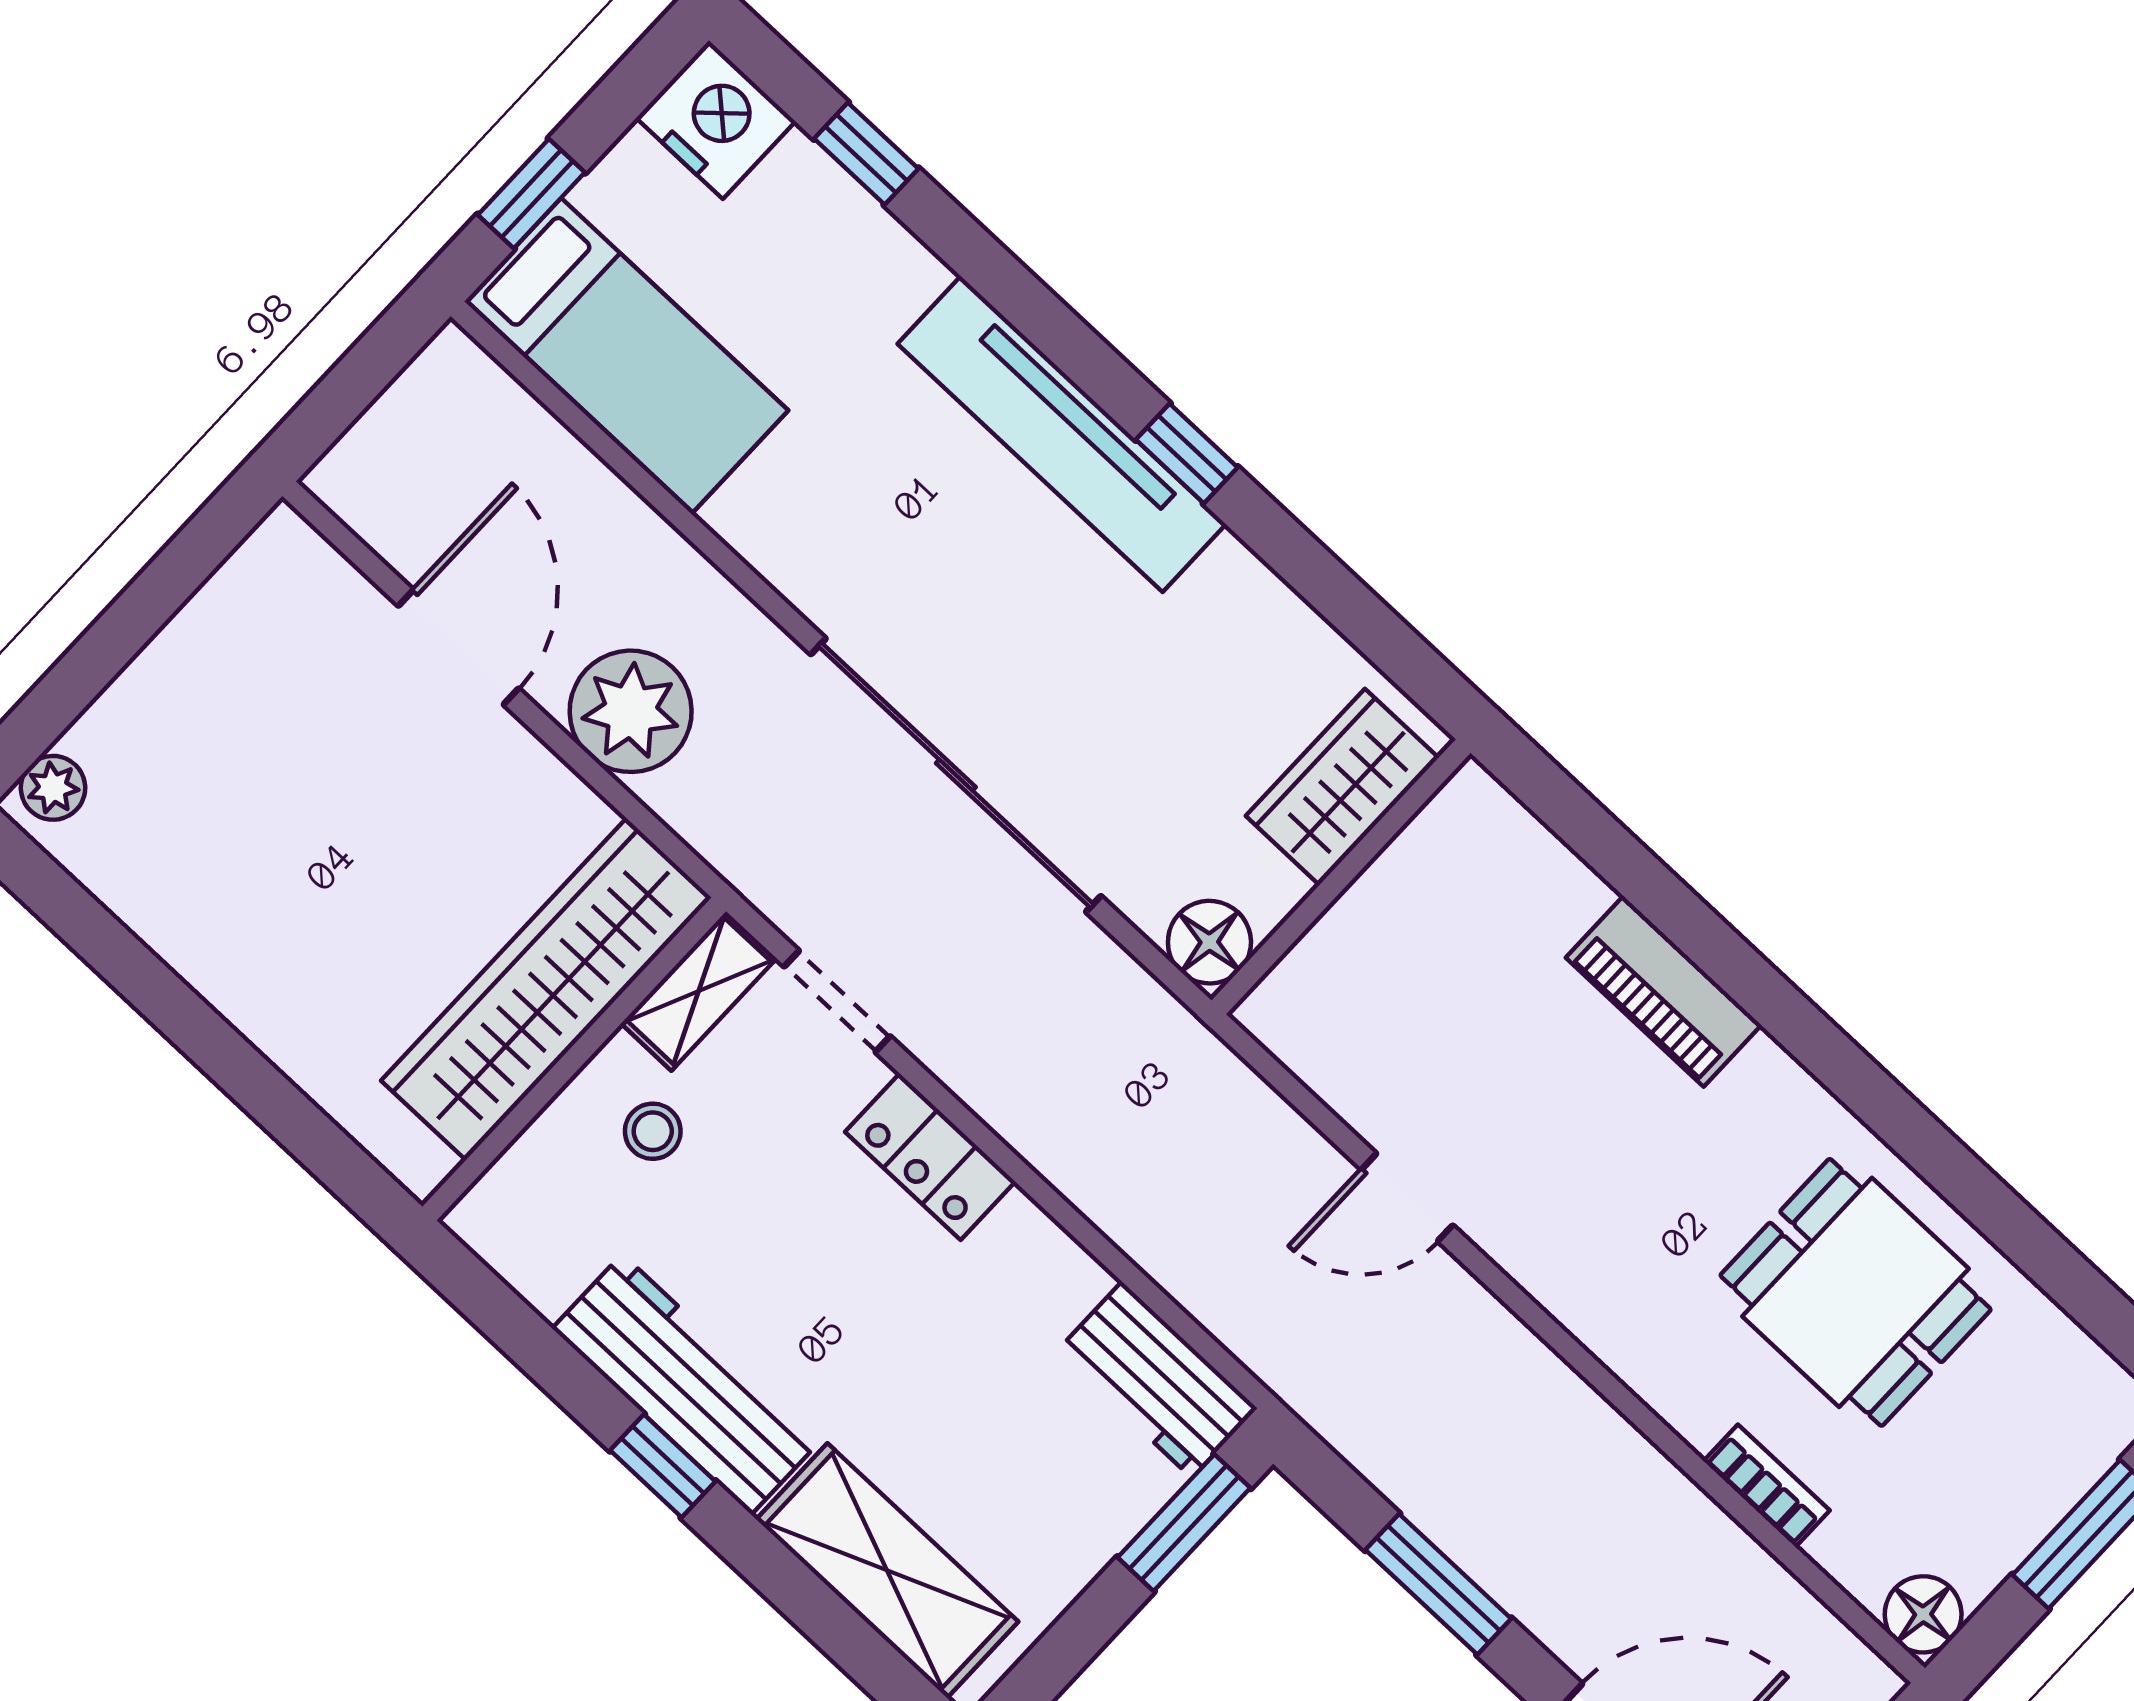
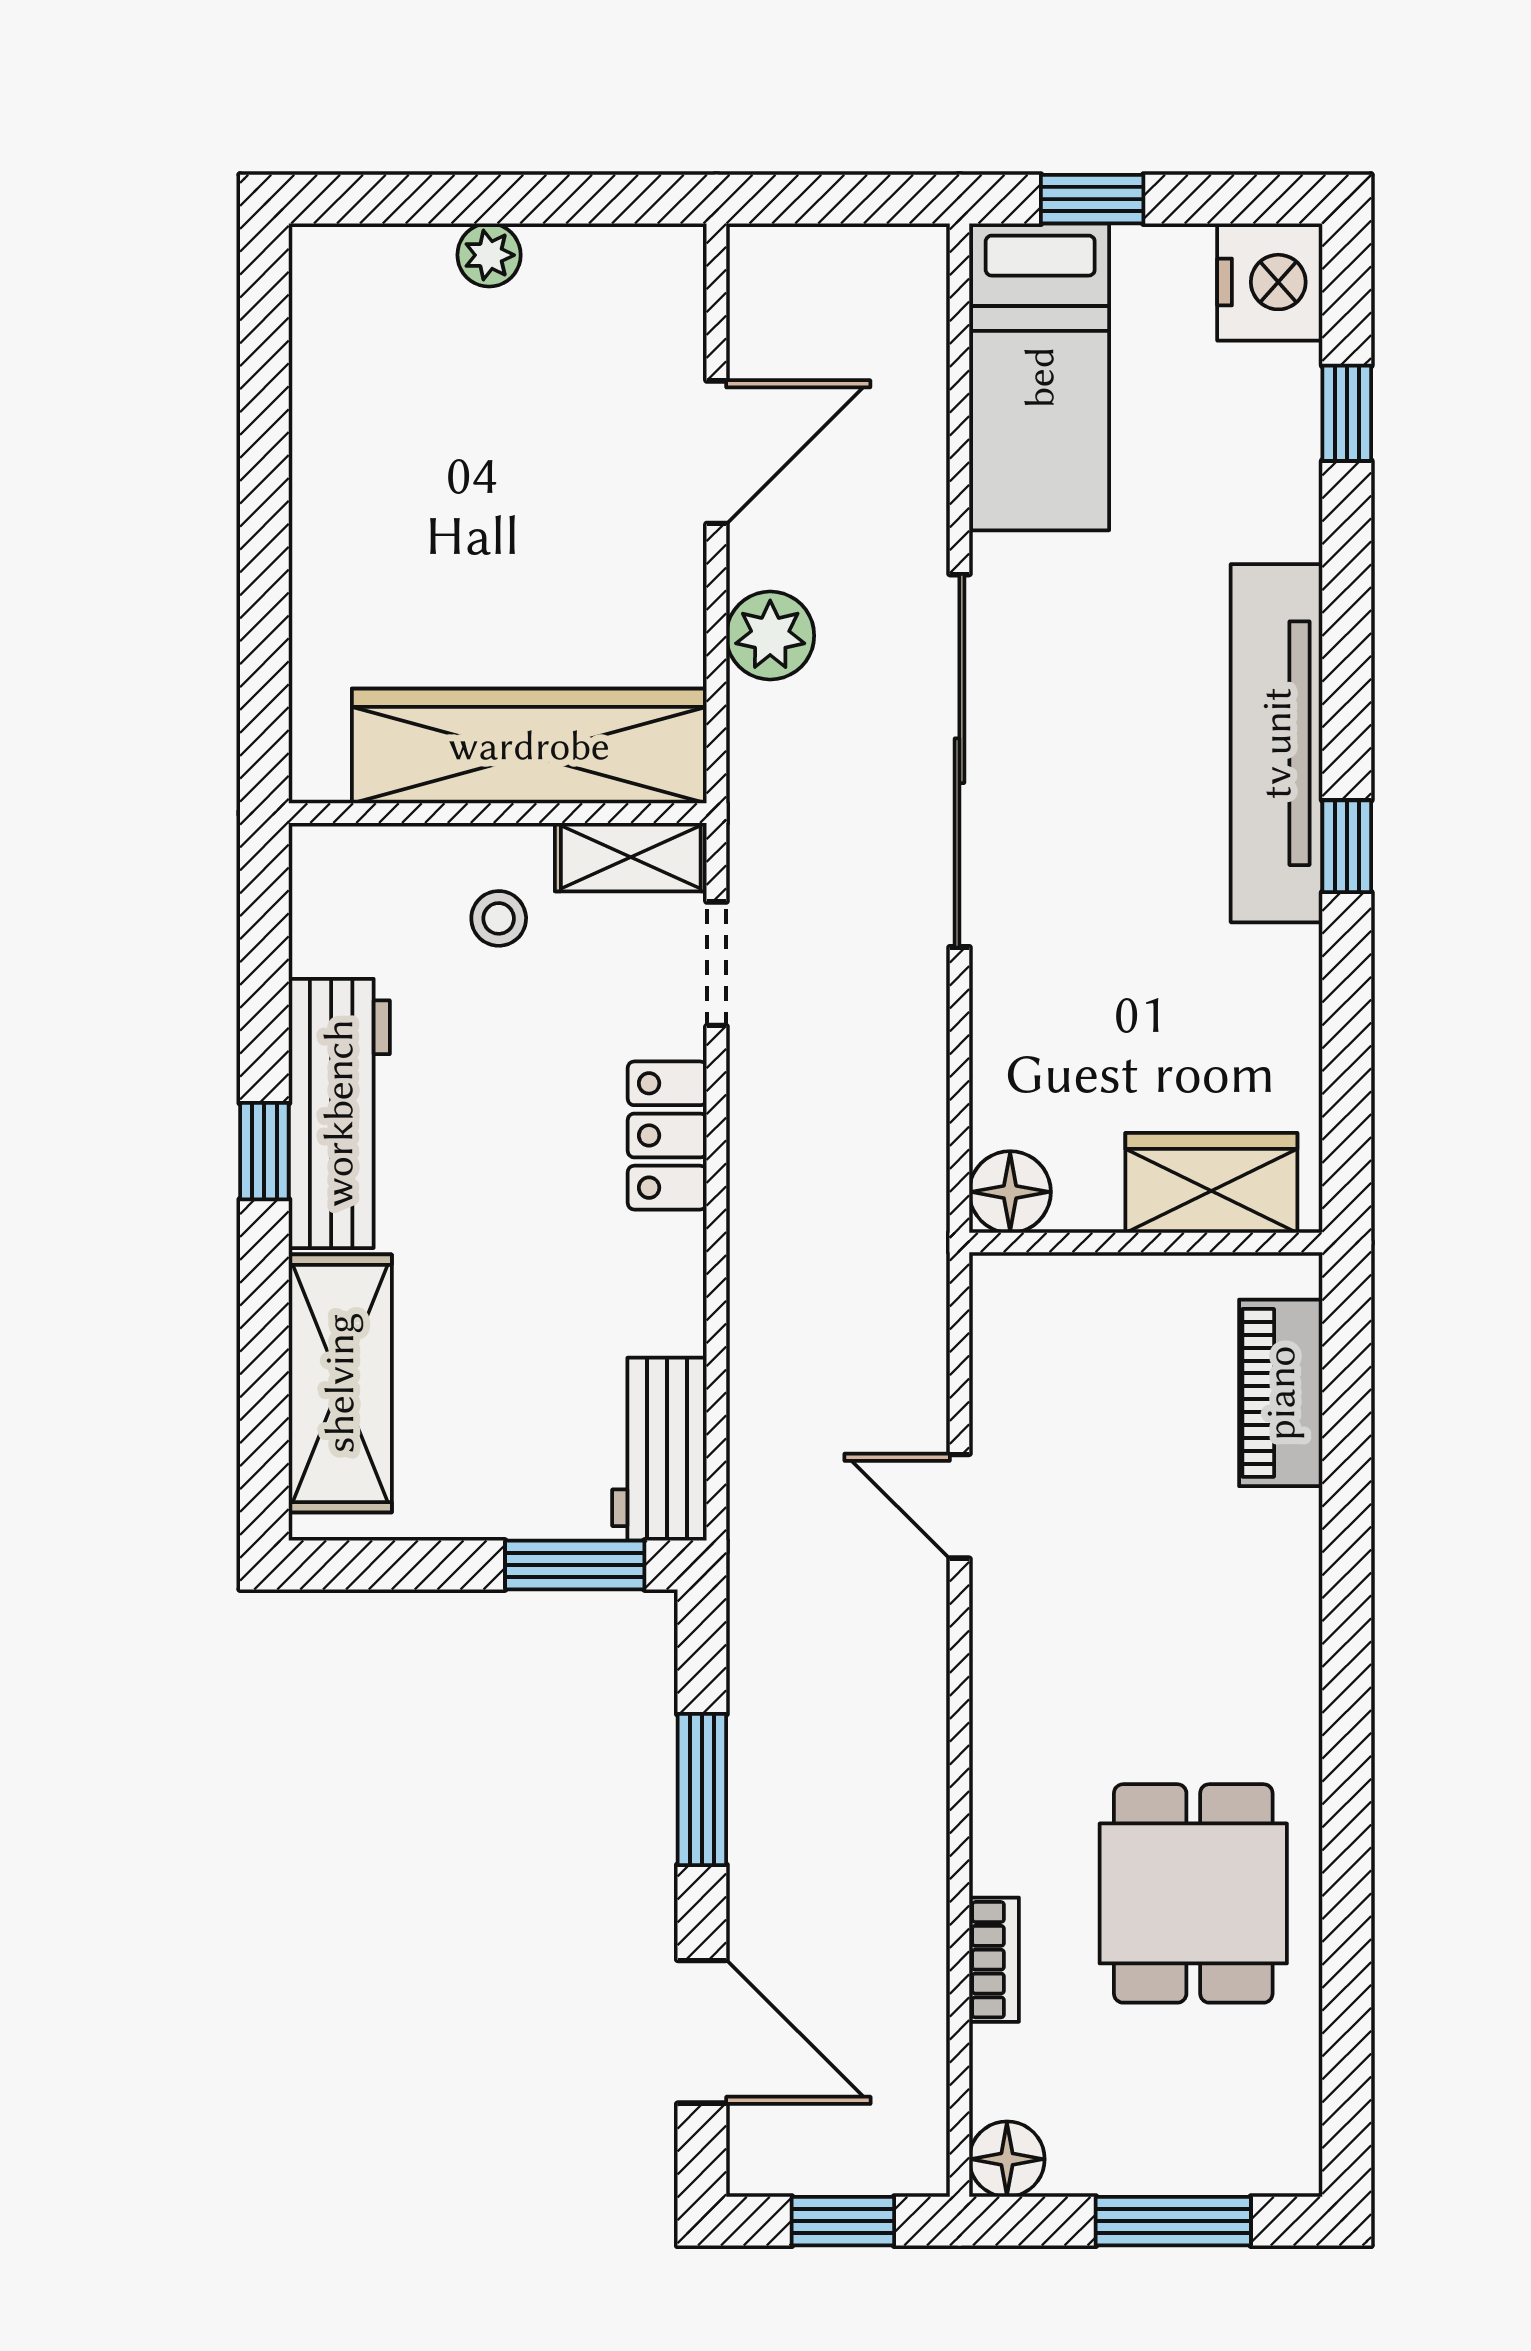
plant: (631, 711) -> (770, 636), width x0.73, depth x0.73
sliding door: (956, 775) -> (959, 761), moved
plant: (53, 788) -> (489, 255), moved
piano: (1664, 991) -> (1281, 1393), moved

